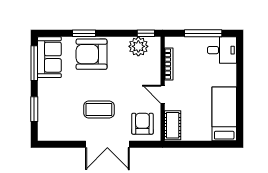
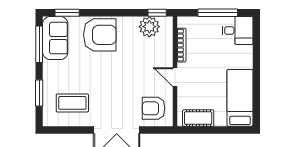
window: (84, 33) -> (67, 13), moved
armchair: (92, 54) -> (100, 35), turned 180
coffee table: (99, 110) -> (72, 103), moved
armchair: (142, 124) -> (154, 108), turned -90
cot: (173, 125) -> (198, 118), moved, turned 90

